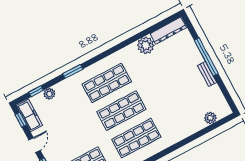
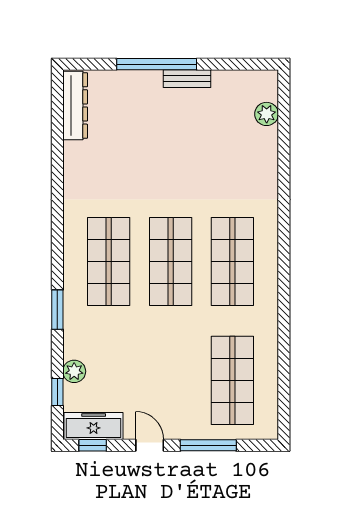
plant: (146, 45) -> (80, 159), removed

